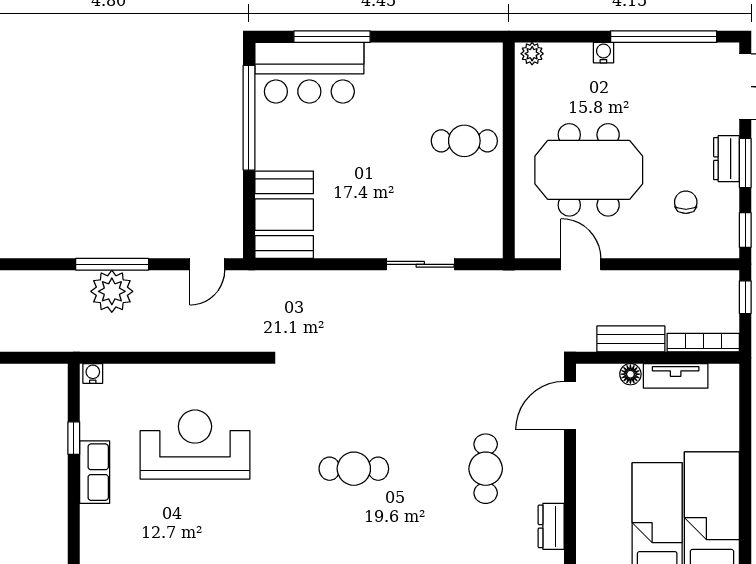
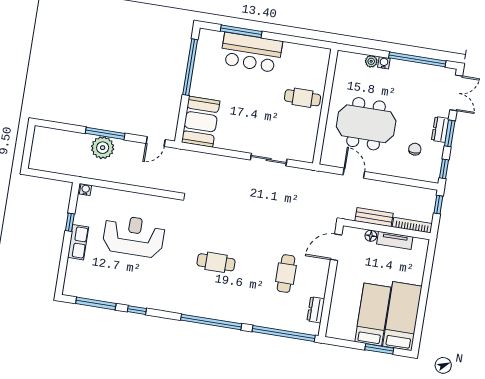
plant: (532, 54) -> (371, 61), moved
bar counter: (309, 73) -> (251, 52), moved

